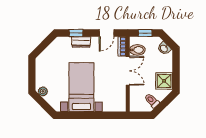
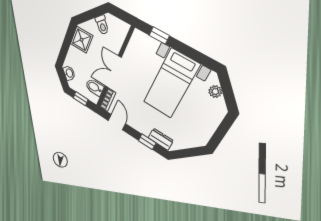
door: (107, 33) -> (117, 122), hinge flipped
dresser: (81, 42) -> (161, 139), moved
plant: (43, 91) -> (215, 92), moved
window: (106, 115) -> (159, 35), added

